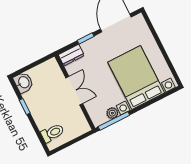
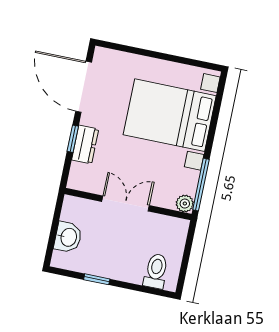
dresser: (71, 55) -> (85, 145), moved
washbasin: (23, 82) -> (68, 237), moved, turned 90
plant: (112, 113) -> (185, 204), moved

